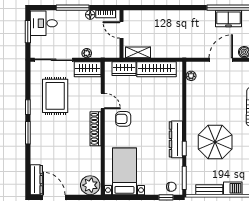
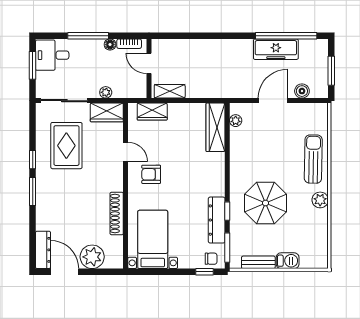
freezer: (228, 18) -> (276, 49), width x1.40
wardrobe: (157, 69) -> (215, 127), moved, turned 90
shoe rack: (96, 129) -> (117, 214), moved
dresser: (176, 139) -> (217, 220), moved
plant: (90, 185) -> (92, 257), moved

